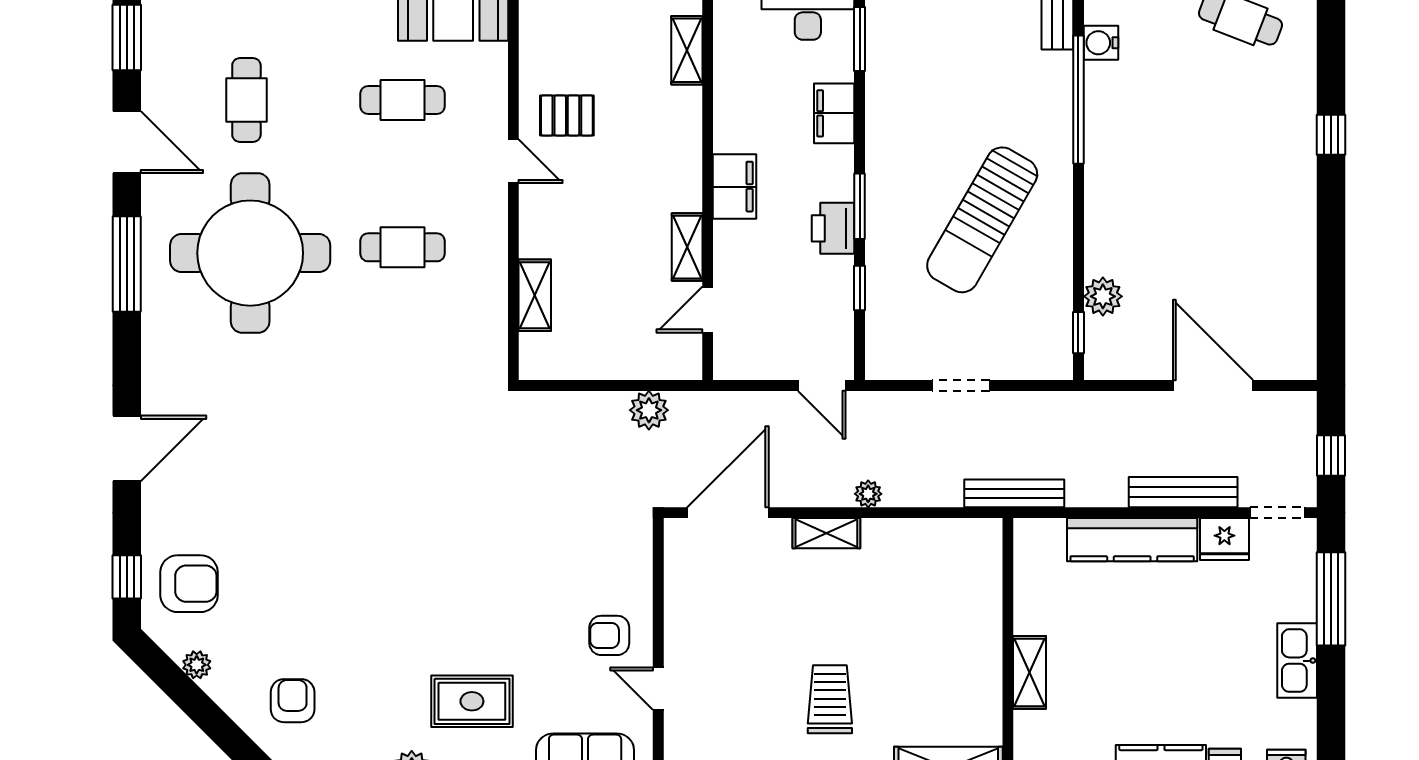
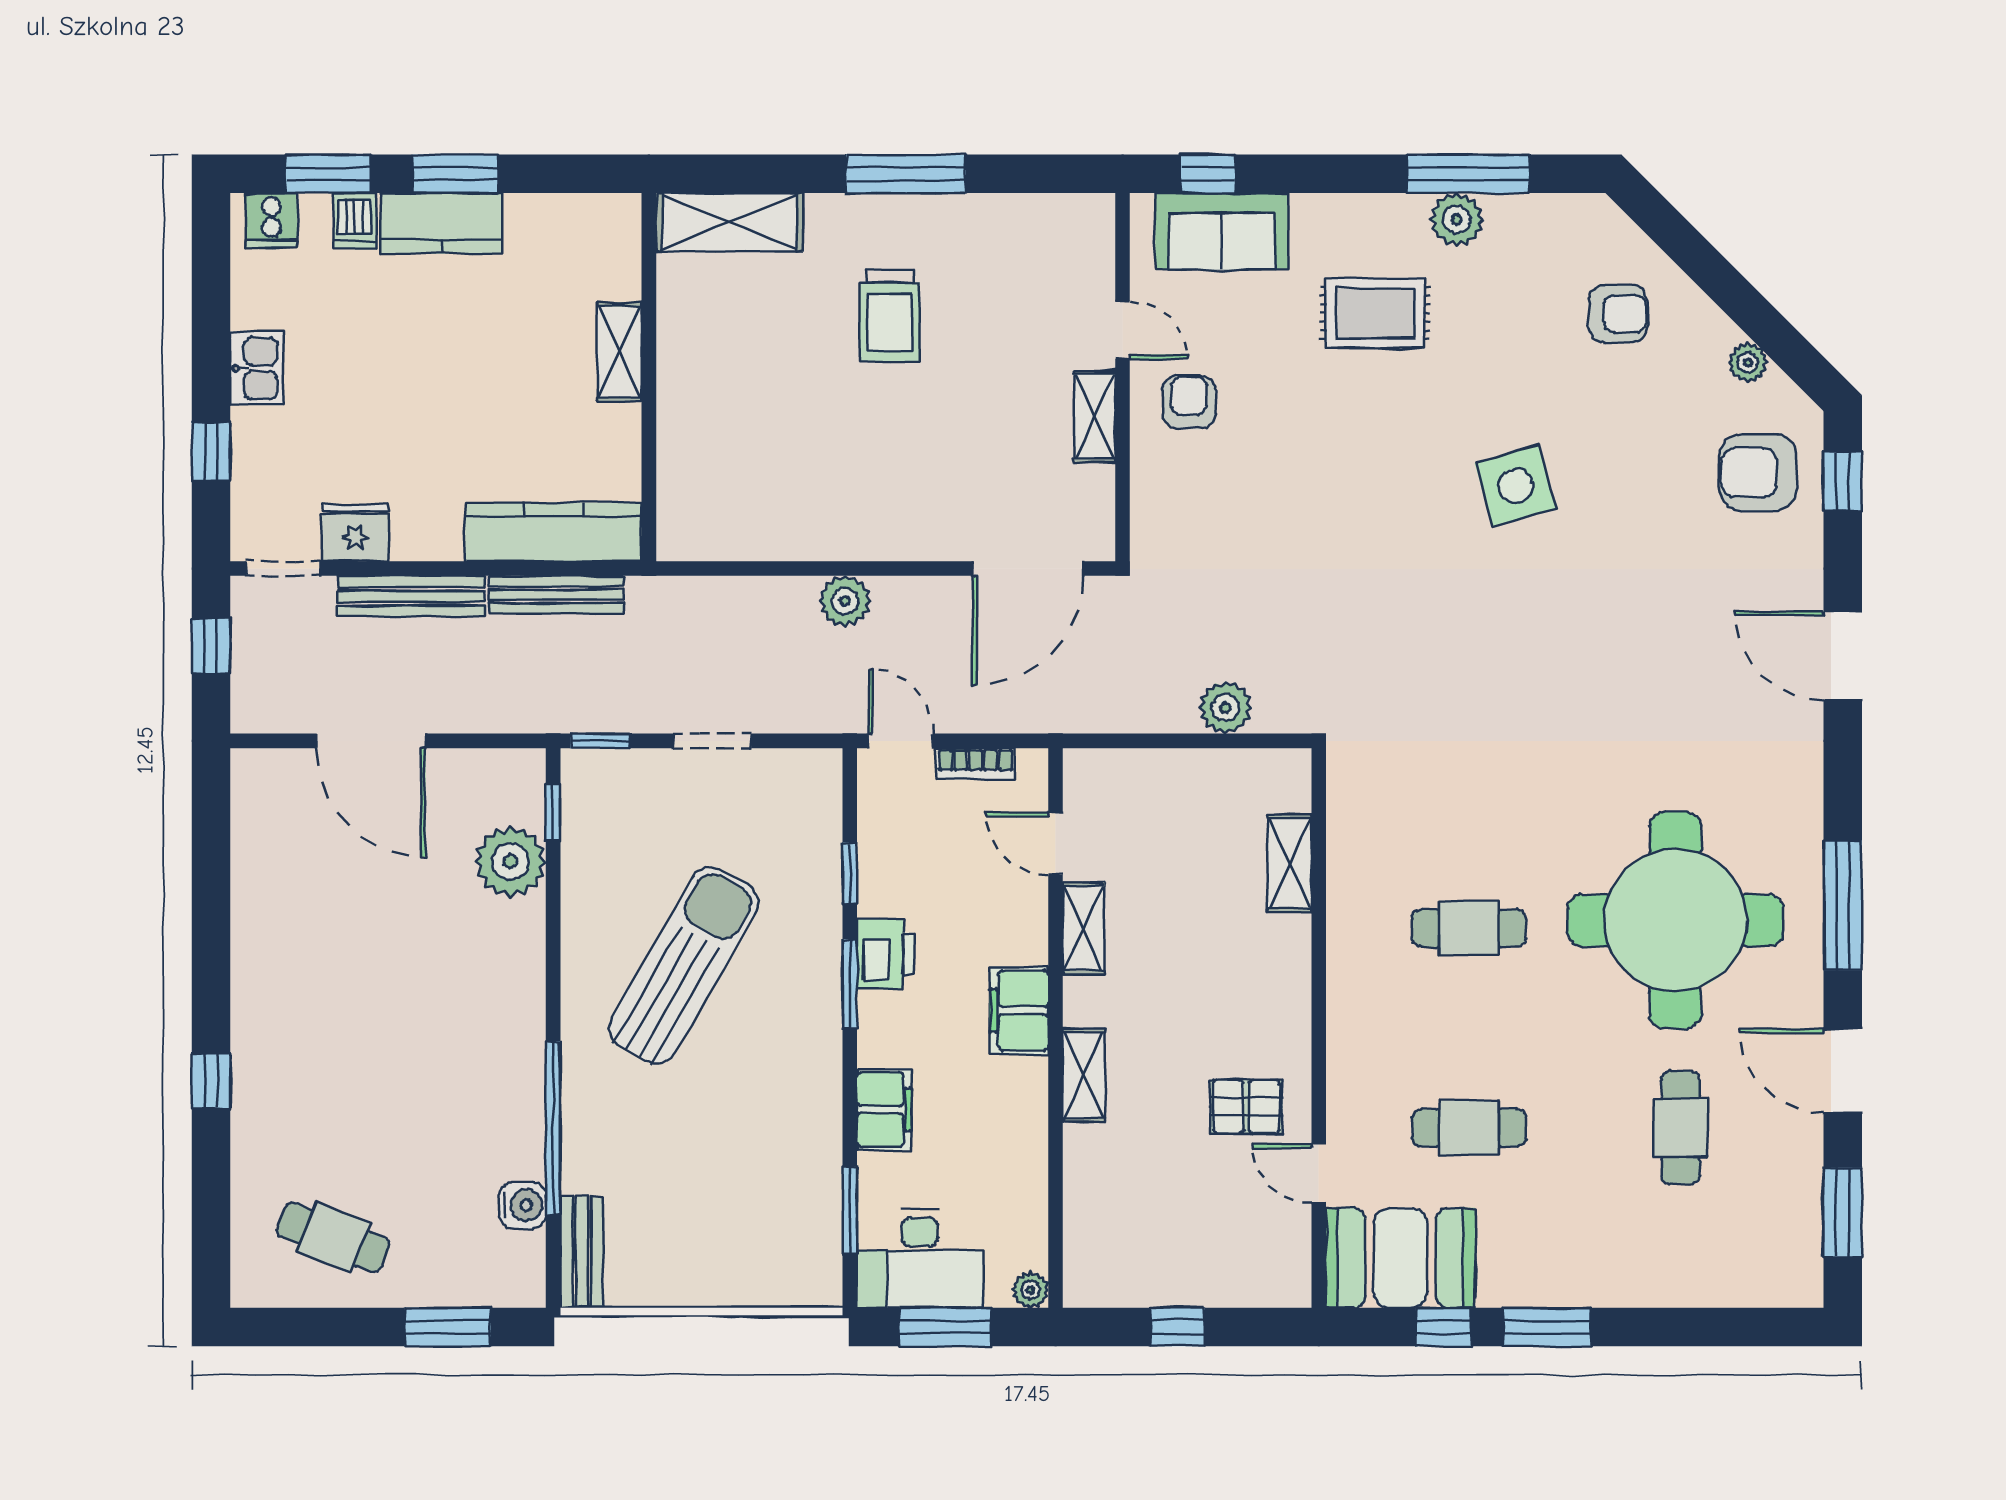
shelving: (687, 50) -> (1084, 1075), moved
door: (513, 161) -> (1319, 1173), moved
plant: (1103, 296) -> (511, 862), width x1.36, depth x1.36
door: (708, 310) -> (1056, 844), swing flipped
bookcase: (767, 369) -> (975, 764), added
window: (1044, 386) -> (600, 741), added
plant: (649, 410) -> (1225, 707), moved
door: (127, 448) -> (1843, 656), hinge flipped
bench: (1014, 493) -> (556, 595), moved
plant: (868, 494) -> (845, 601), width x1.38, depth x1.38
shelving: (826, 533) -> (1095, 416), moved, turned 90
kitchen counter: (1132, 540) -> (554, 532), moved
side table: (368, 574) -> (1516, 486), added
window: (1331, 599) -> (211, 452), width x0.46
armchair: (609, 635) -> (1189, 402), turned -90
kitchen sink: (1297, 661) -> (257, 368), width x0.73
armchair: (293, 701) -> (1618, 314), turned -90

